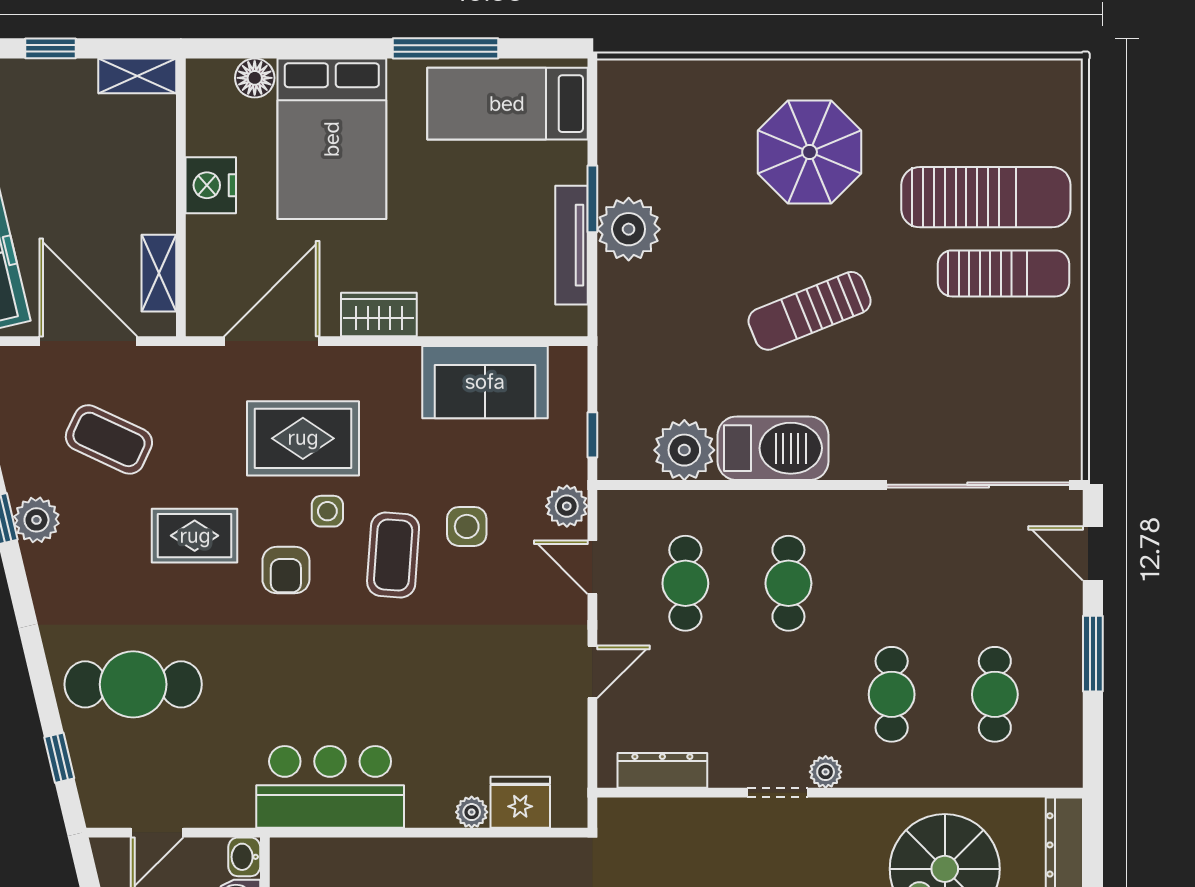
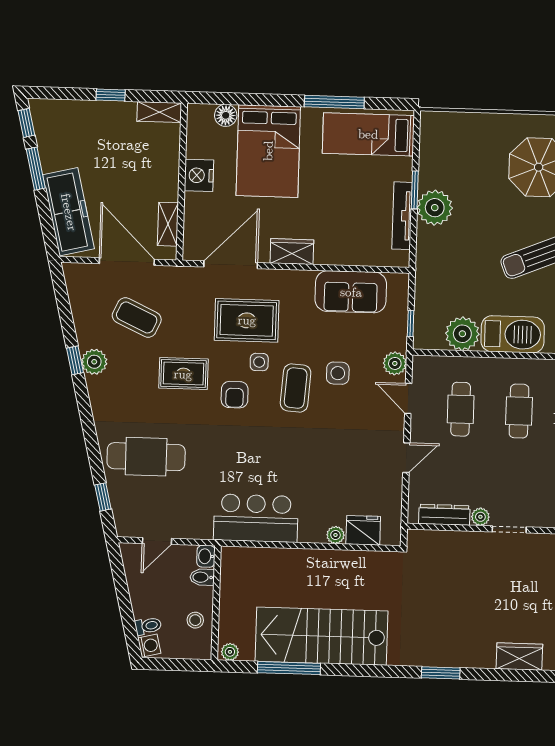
plant: (826, 772) -> (480, 517), moved

